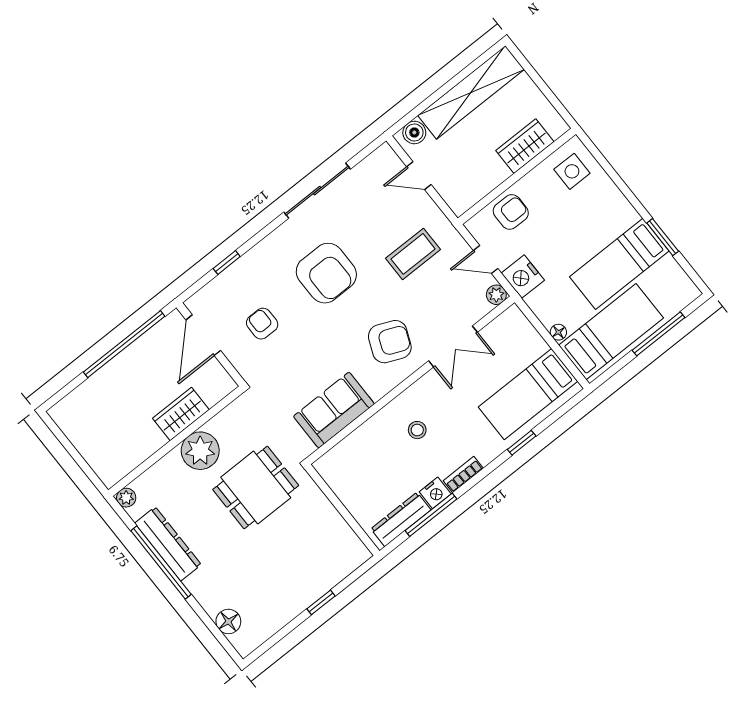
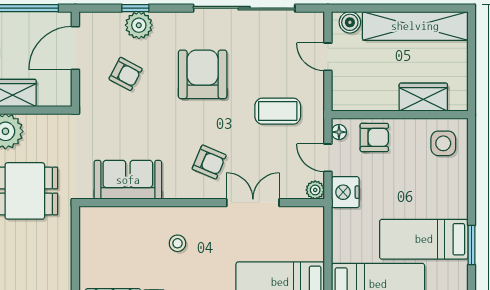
sliding door: (317, 191) -> (244, 8), width x1.36
armchair: (326, 273) -> (203, 74), turned 180
plant: (241, 274) -> (139, 25), added
armchair: (262, 324) -> (126, 74), turned 118
floor lamp: (558, 332) -> (339, 132), moved
armchair: (390, 342) -> (209, 162), width x0.72, depth x0.72
double door: (453, 347) -> (253, 203), swing flipped

